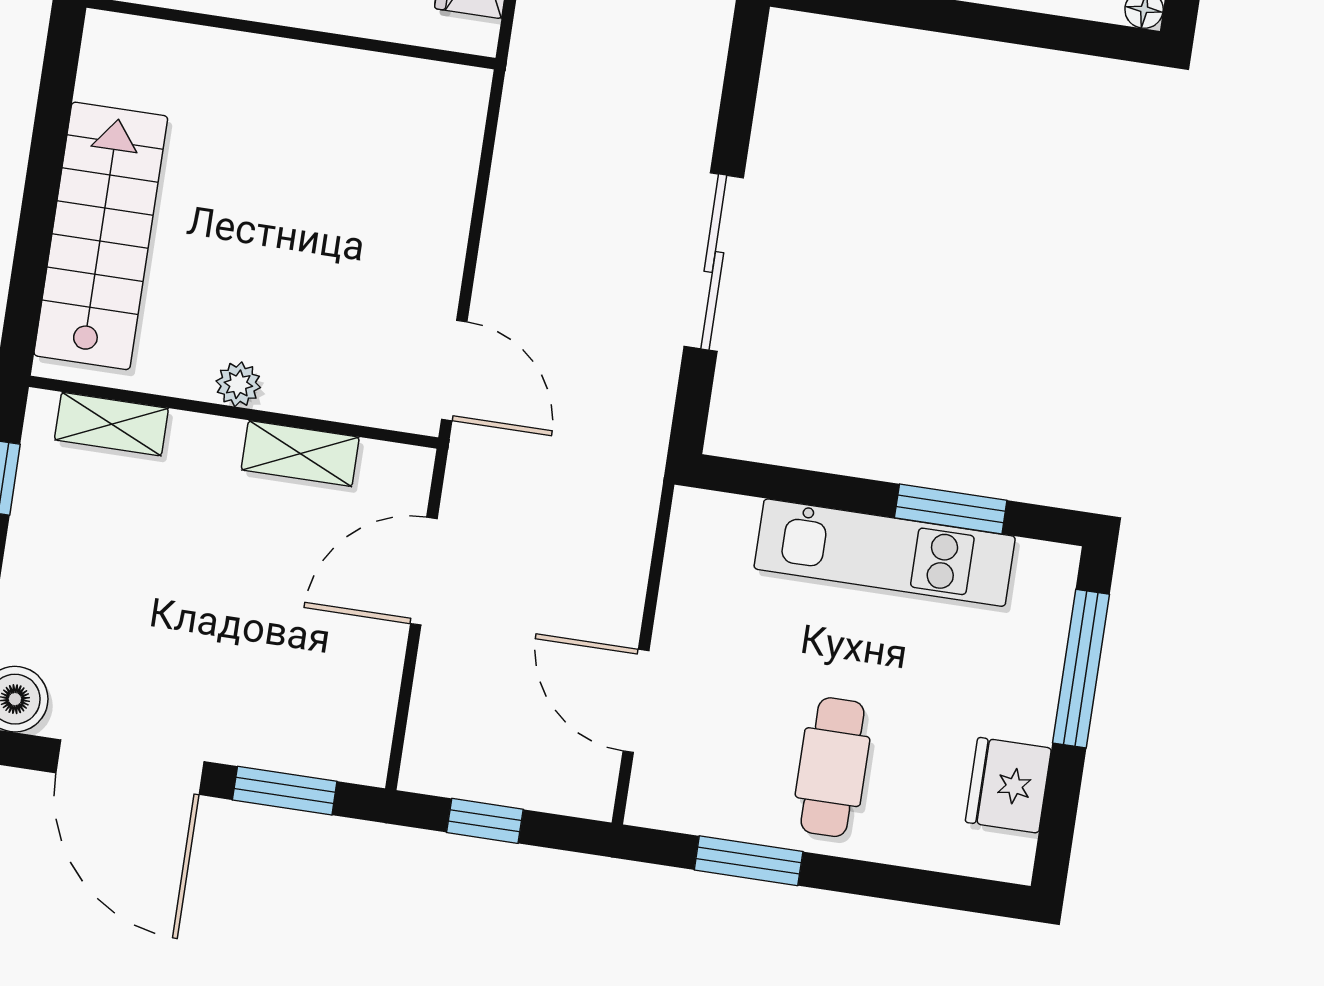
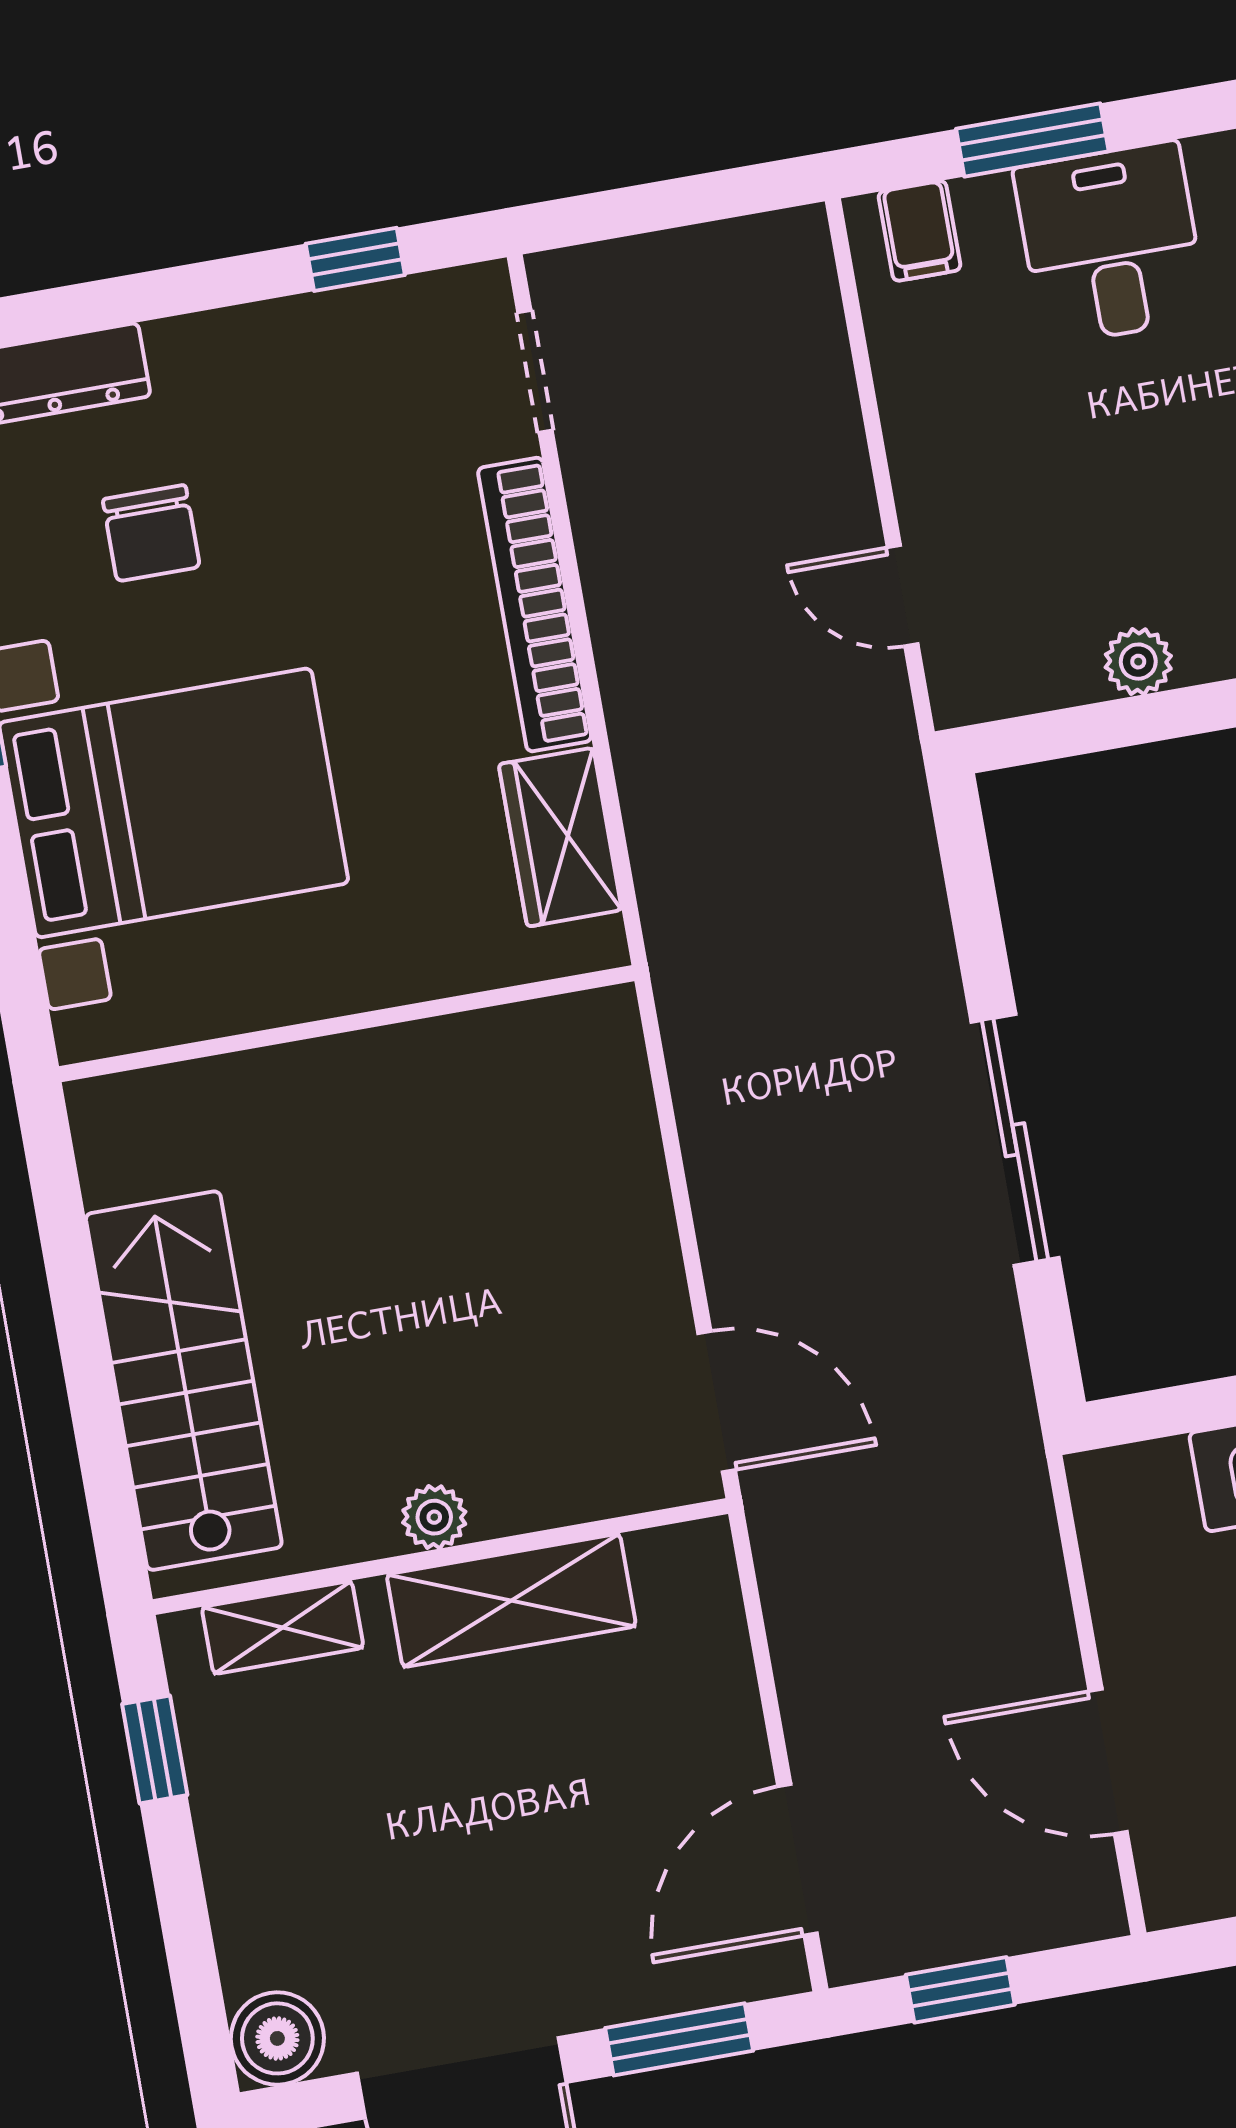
shelving: (300, 454) -> (511, 1600), width x1.50, depth x1.33
door: (424, 571) -> (797, 1860), moved

